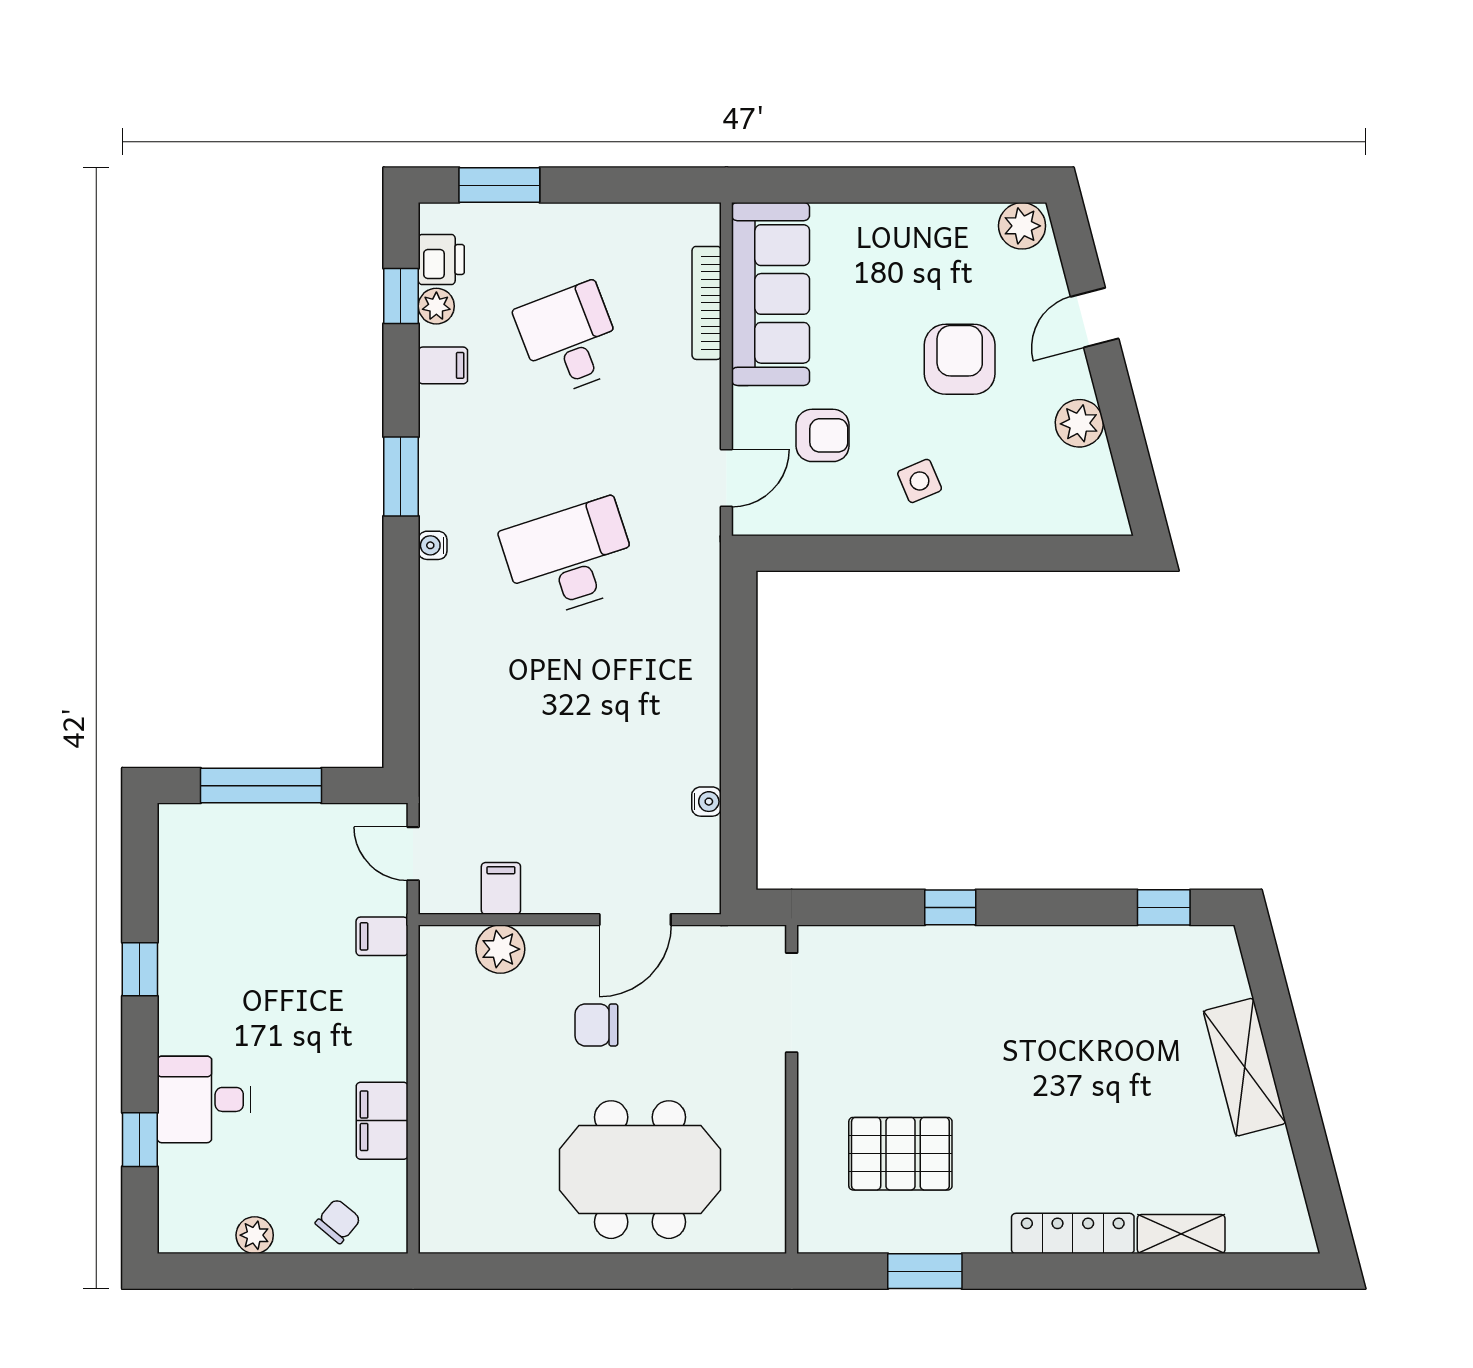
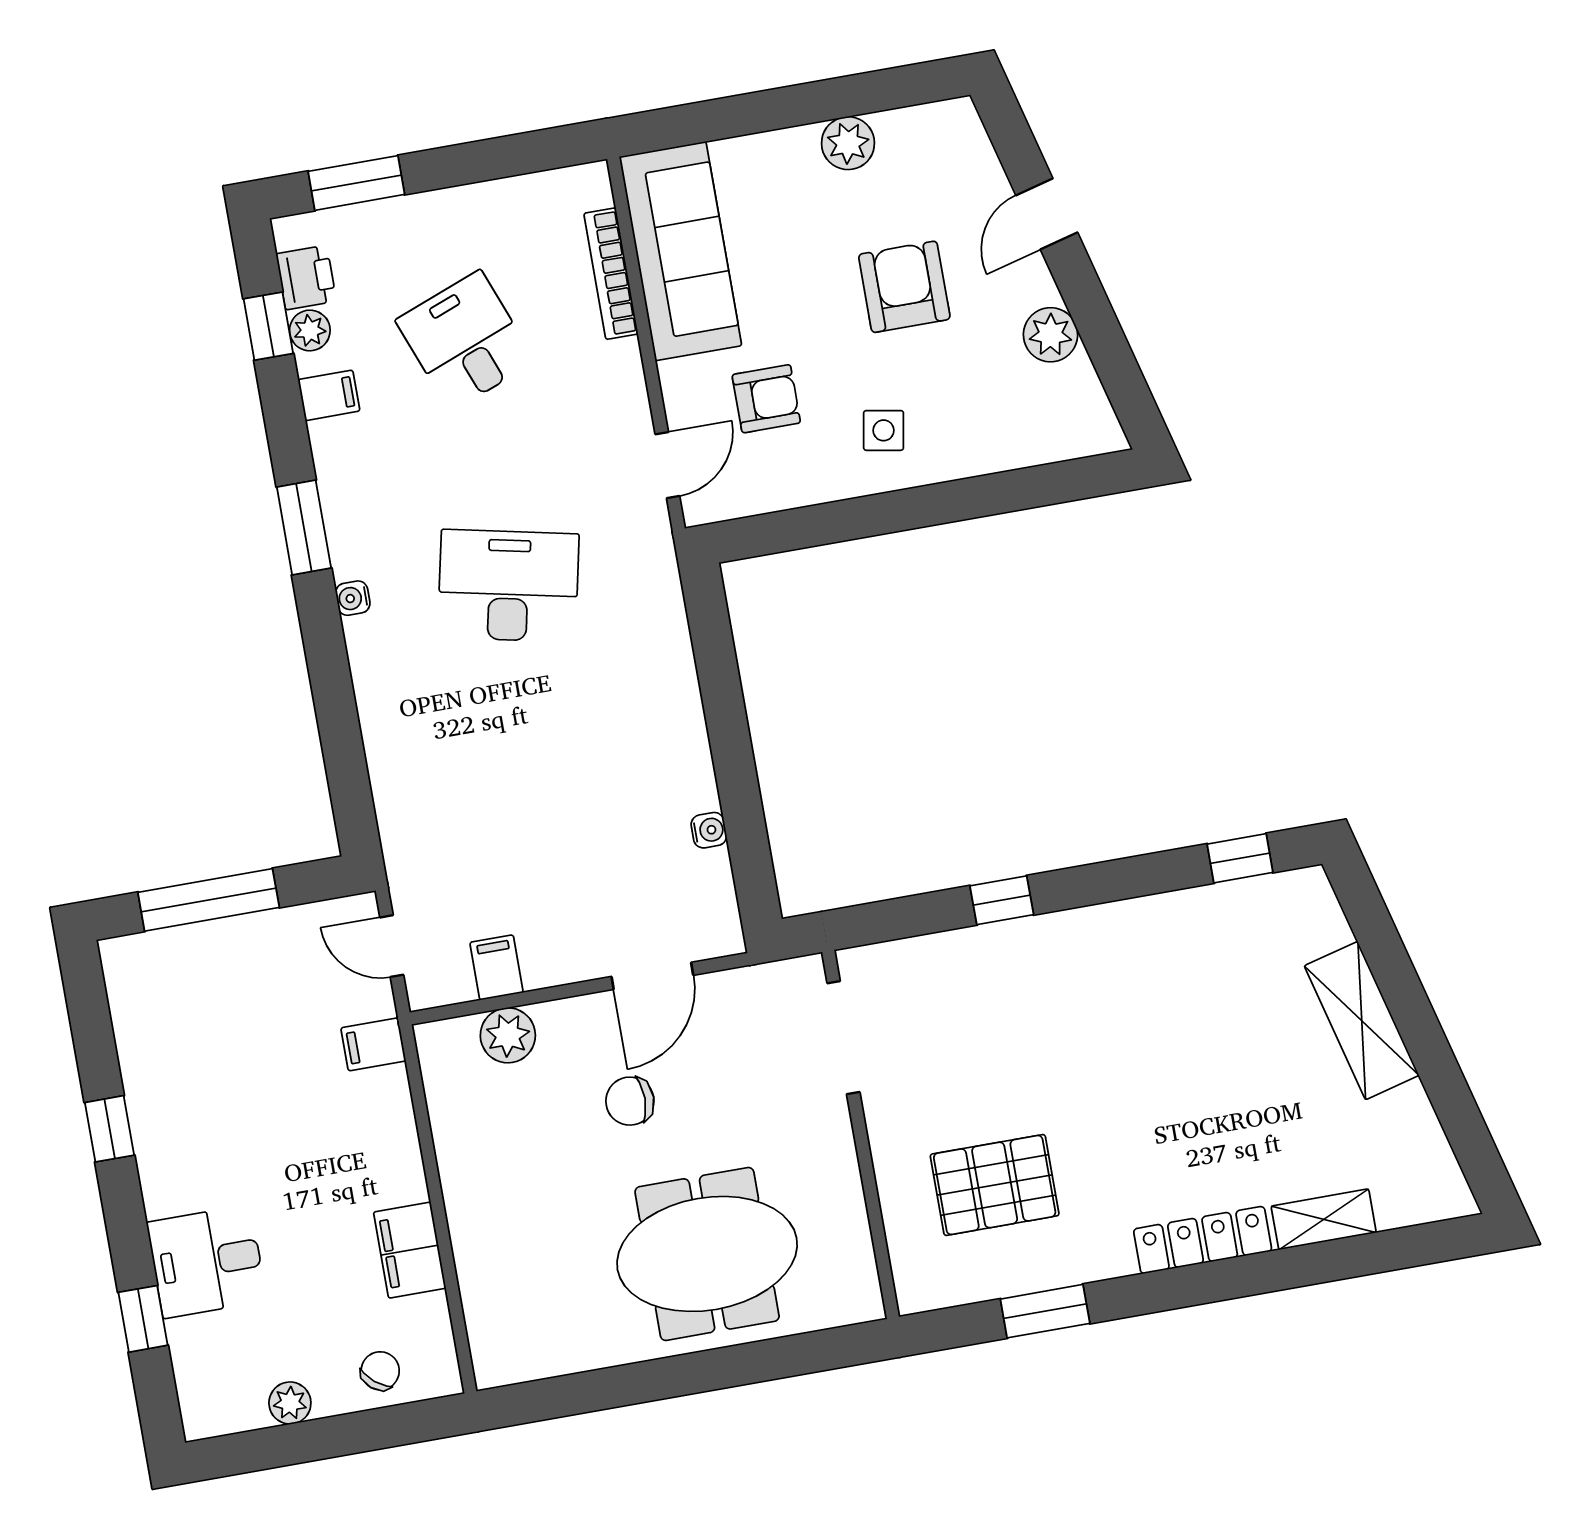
plant: (1022, 226) -> (848, 143), moved
side table: (920, 481) -> (884, 430), turned 33
desk: (570, 558) -> (508, 586), turned 30

